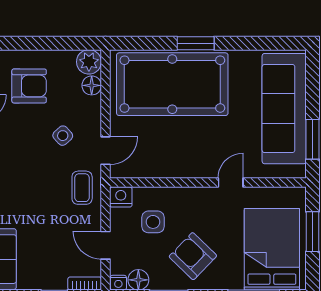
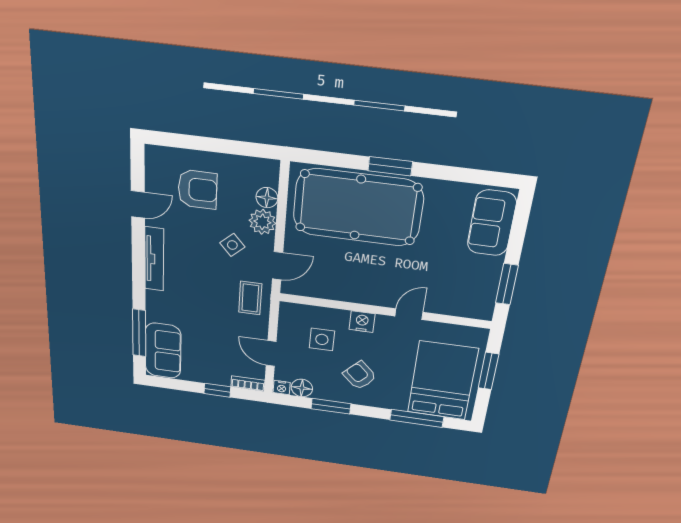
plant: (89, 62) -> (262, 222), moved
sofa: (284, 109) -> (492, 223), width x0.54, depth x0.79
nightstand: (121, 197) -> (362, 322), moved
armchair: (193, 256) -> (360, 375), width x0.72, depth x0.72

